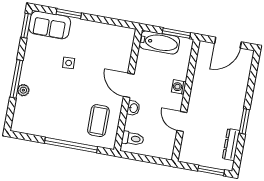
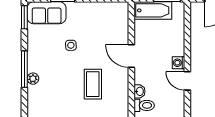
washing machine: (179, 87) -> (179, 63), moved
washbasin: (133, 108) -> (139, 91), moved
coffee table: (98, 121) -> (93, 84), moved

